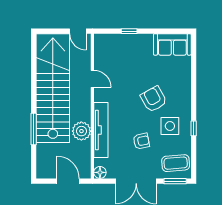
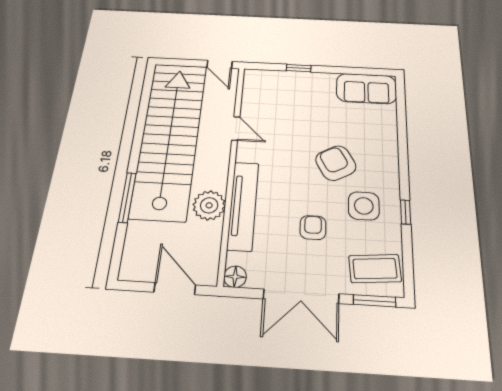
armchair: (141, 141) -> (313, 228), turned -78

